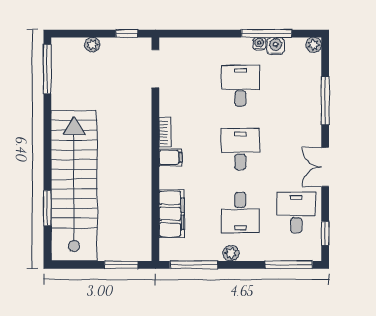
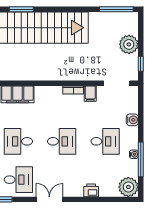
plant: (92, 45) -> (129, 44), width x1.87, depth x1.87
plant: (314, 45) -> (128, 187), width x1.88, depth x1.88
water cooler: (276, 46) -> (132, 120), moved
window: (325, 101) -> (95, 199), removed
printer: (312, 106) -> (91, 190), added
filing cabinet: (171, 157) -> (90, 94), moved

